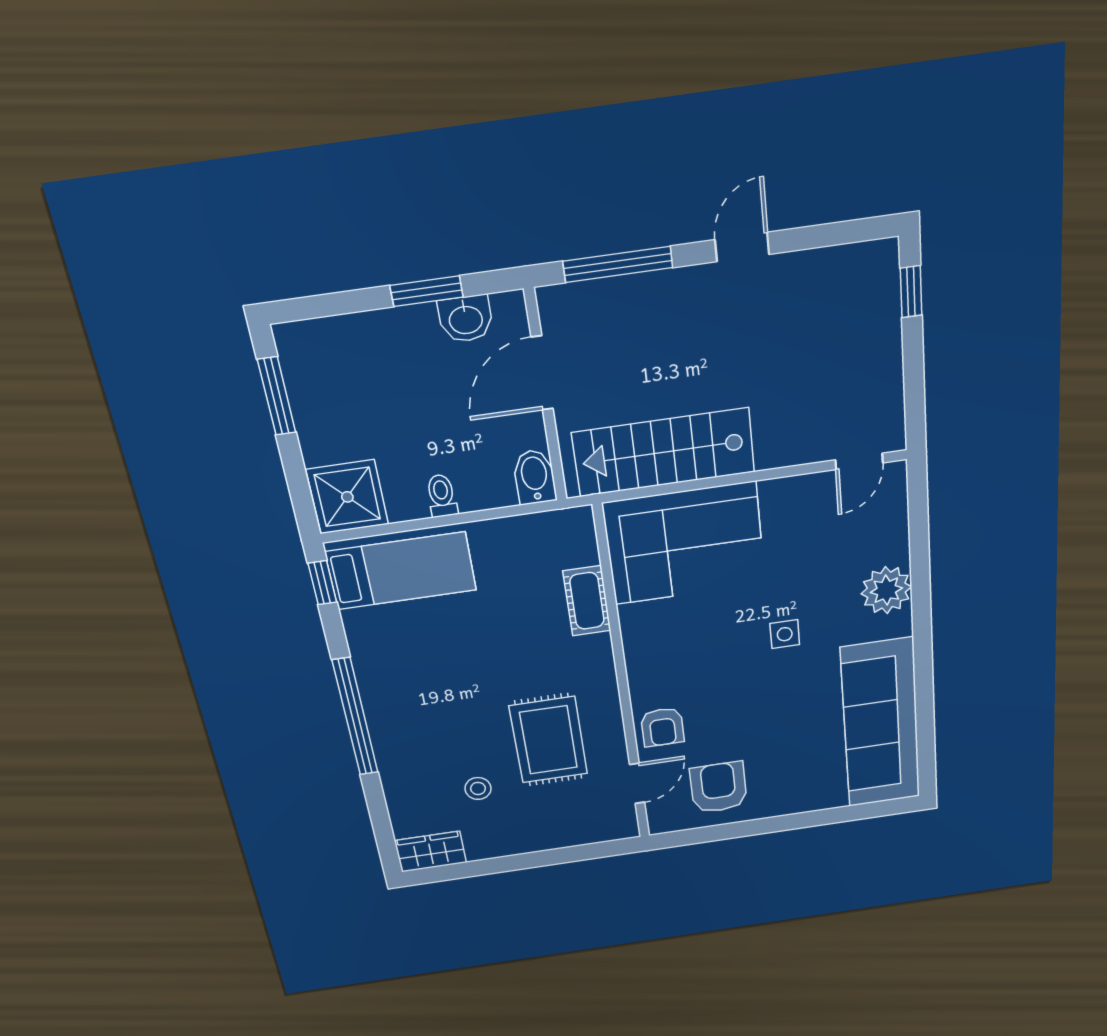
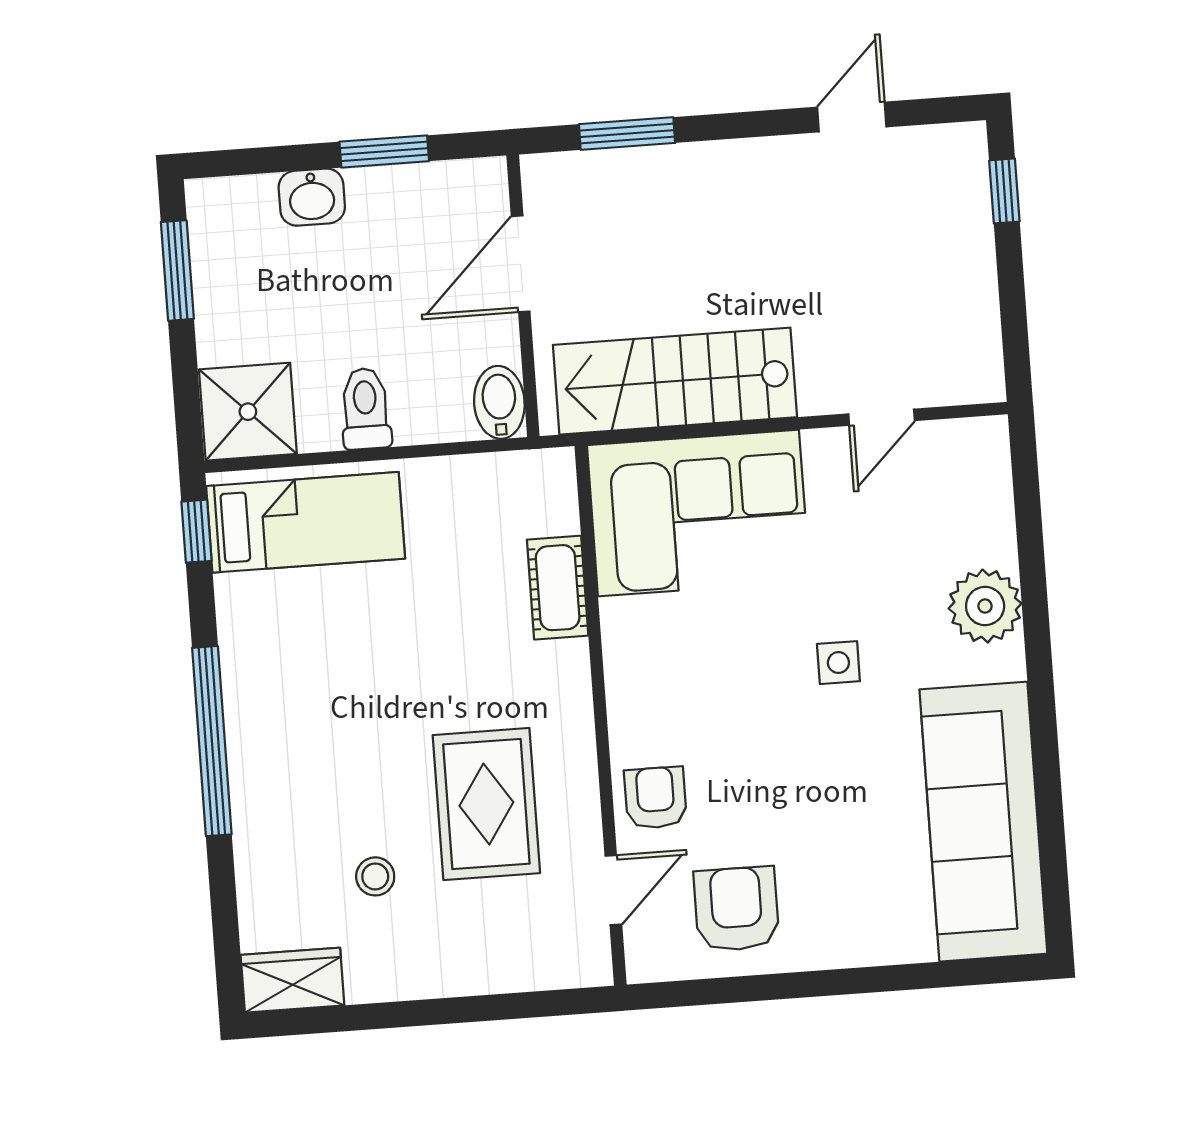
door: (742, 247) -> (852, 117), moved
window: (618, 264) -> (627, 134), width x0.69
washbasin: (466, 319) -> (312, 197), moved
door: (859, 461) -> (882, 417), moved
toilet: (442, 496) -> (365, 409), width x1.37, depth x1.39
armchair: (662, 727) -> (655, 798), turned 180

